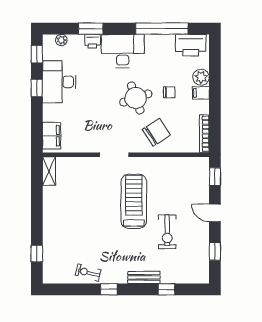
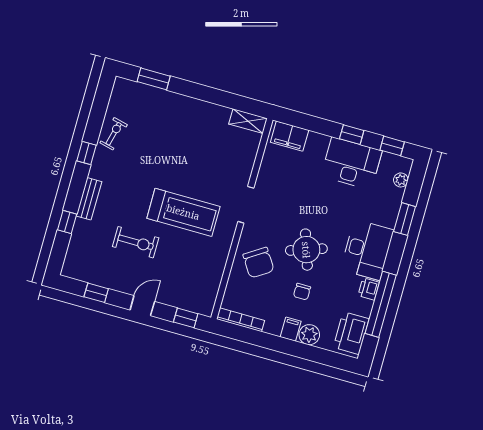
printer: (93, 41) -> (369, 289), moved
exercise bike: (167, 232) -> (136, 242), turned 180
window: (37, 254) -> (154, 79), width x1.50

